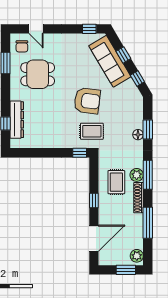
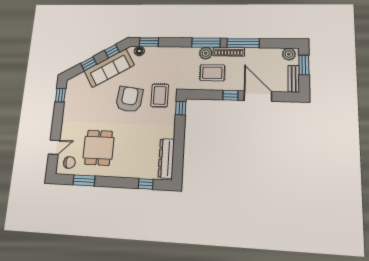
sofa: (110, 61) -> (109, 68), moved
dresser: (17, 120) -> (166, 158), moved, turned -90
window: (148, 129) -> (149, 42), moved
floor lamp: (138, 135) -> (139, 51), moved
window: (148, 223) -> (243, 43), moved
door: (94, 238) -> (258, 96), moved
bench: (112, 260) -> (294, 79), added

